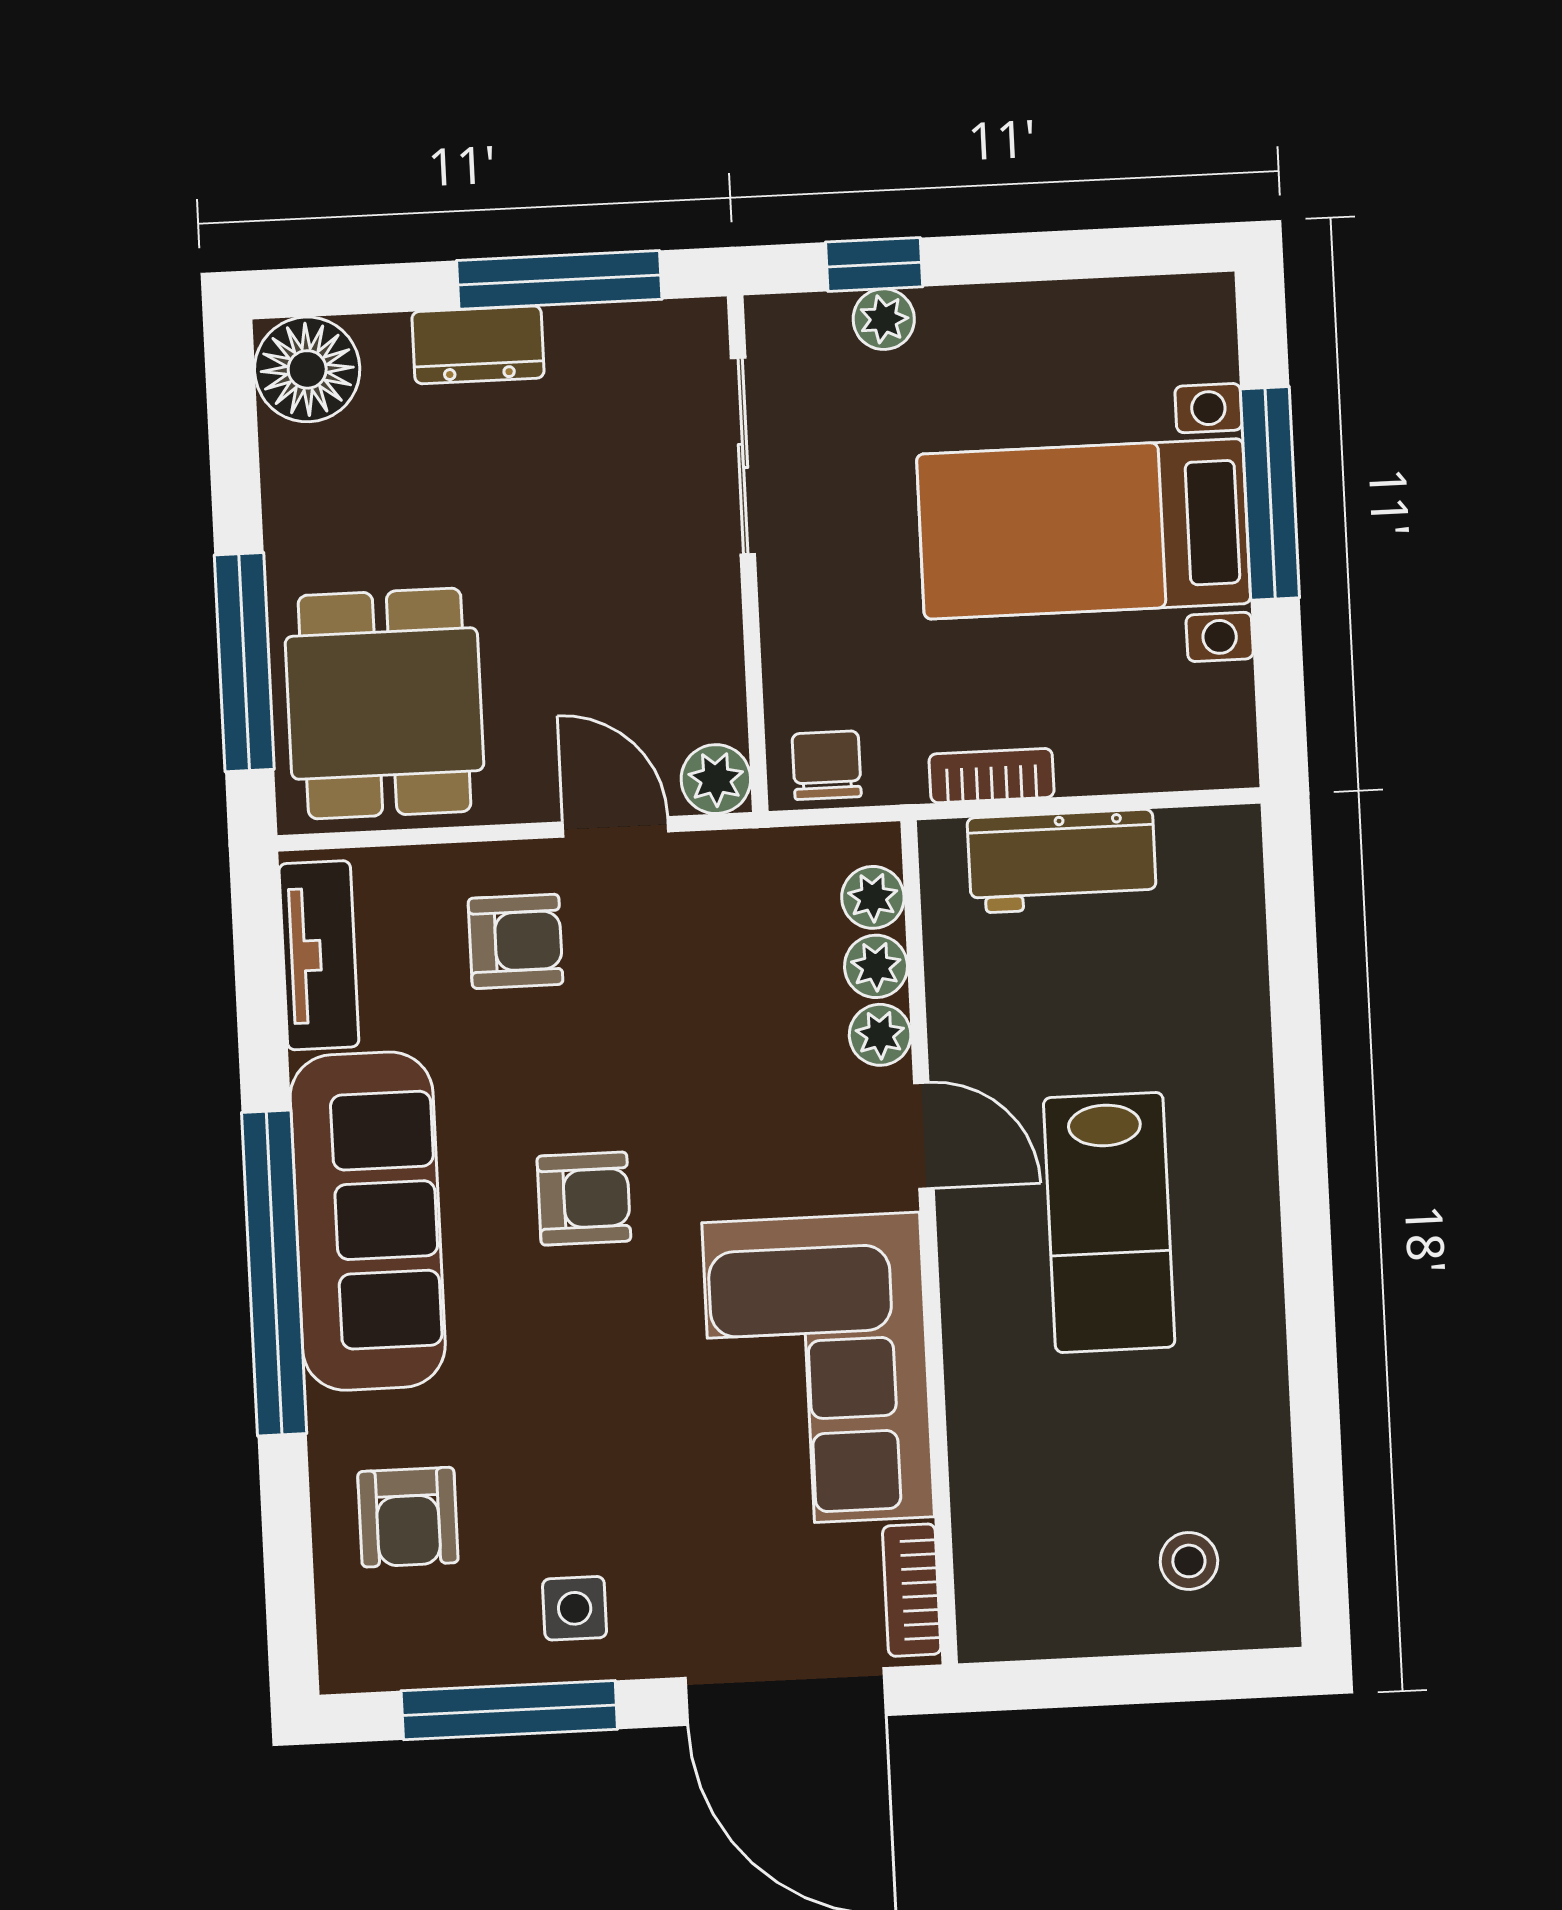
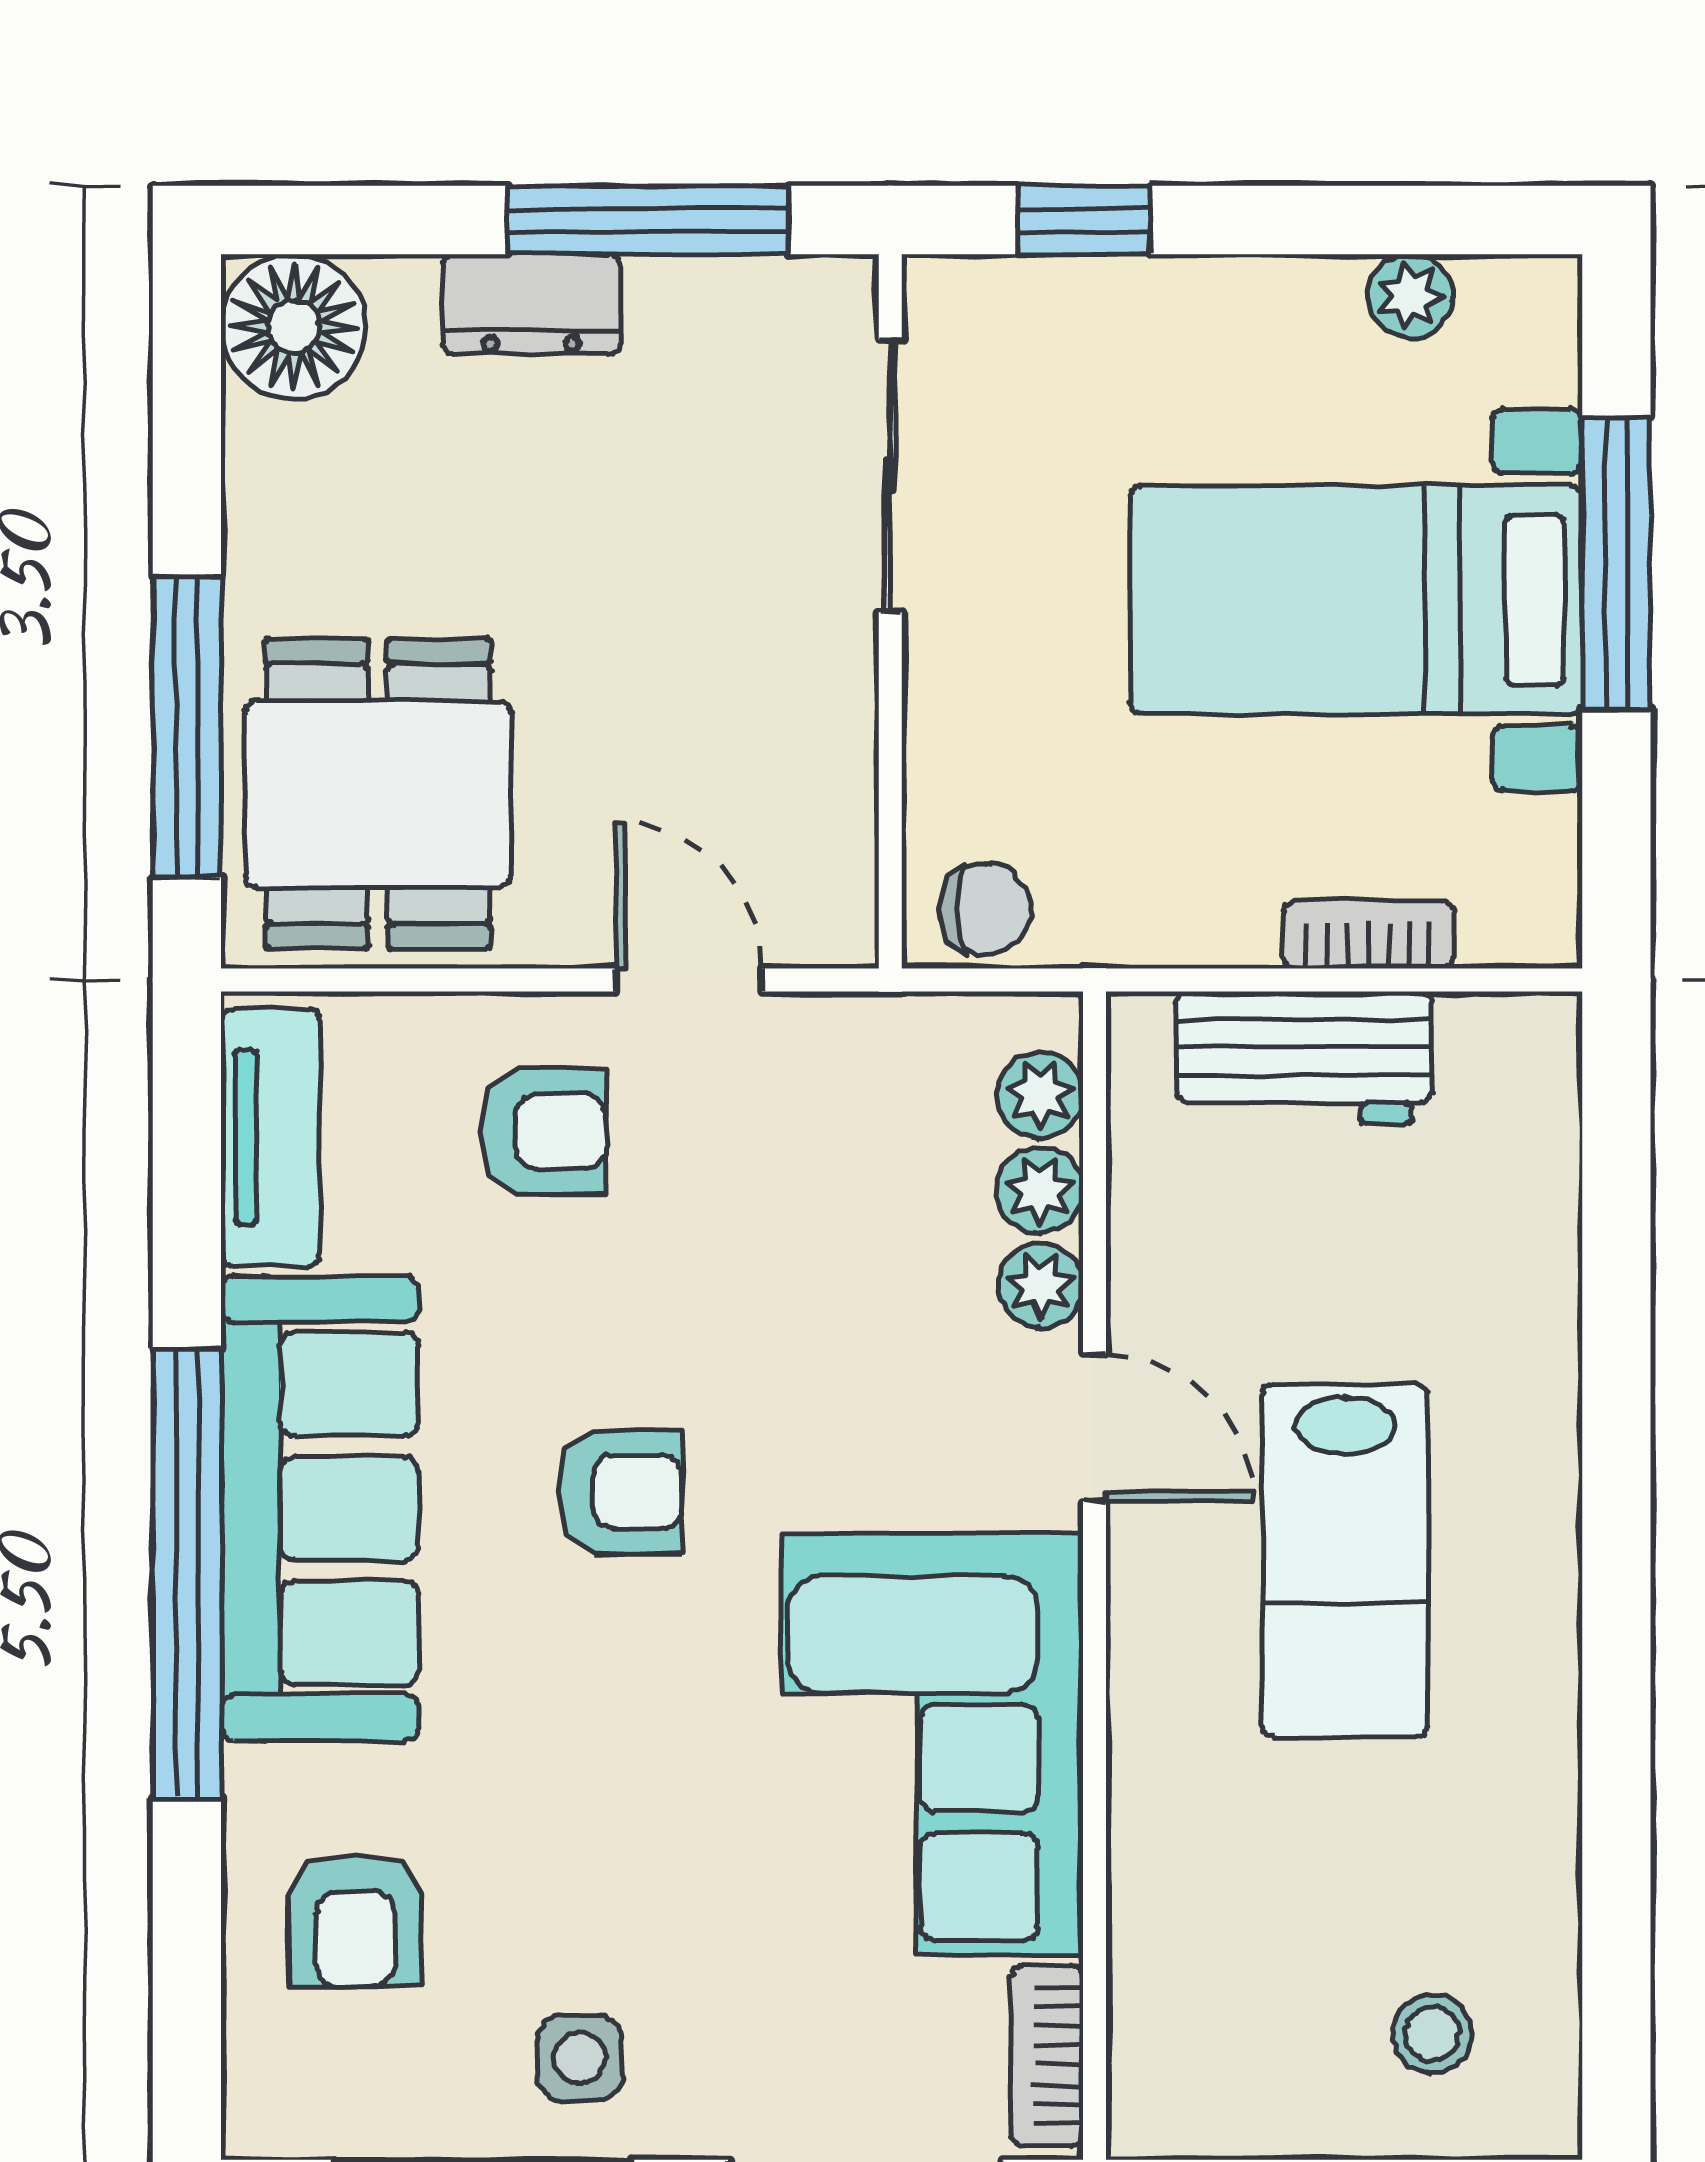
plant: (884, 319) -> (1410, 296), moved
chair: (827, 765) -> (985, 909), turned 90
bookcase: (992, 776) -> (1368, 935), moved
plant: (716, 779) -> (831, 921), removed

